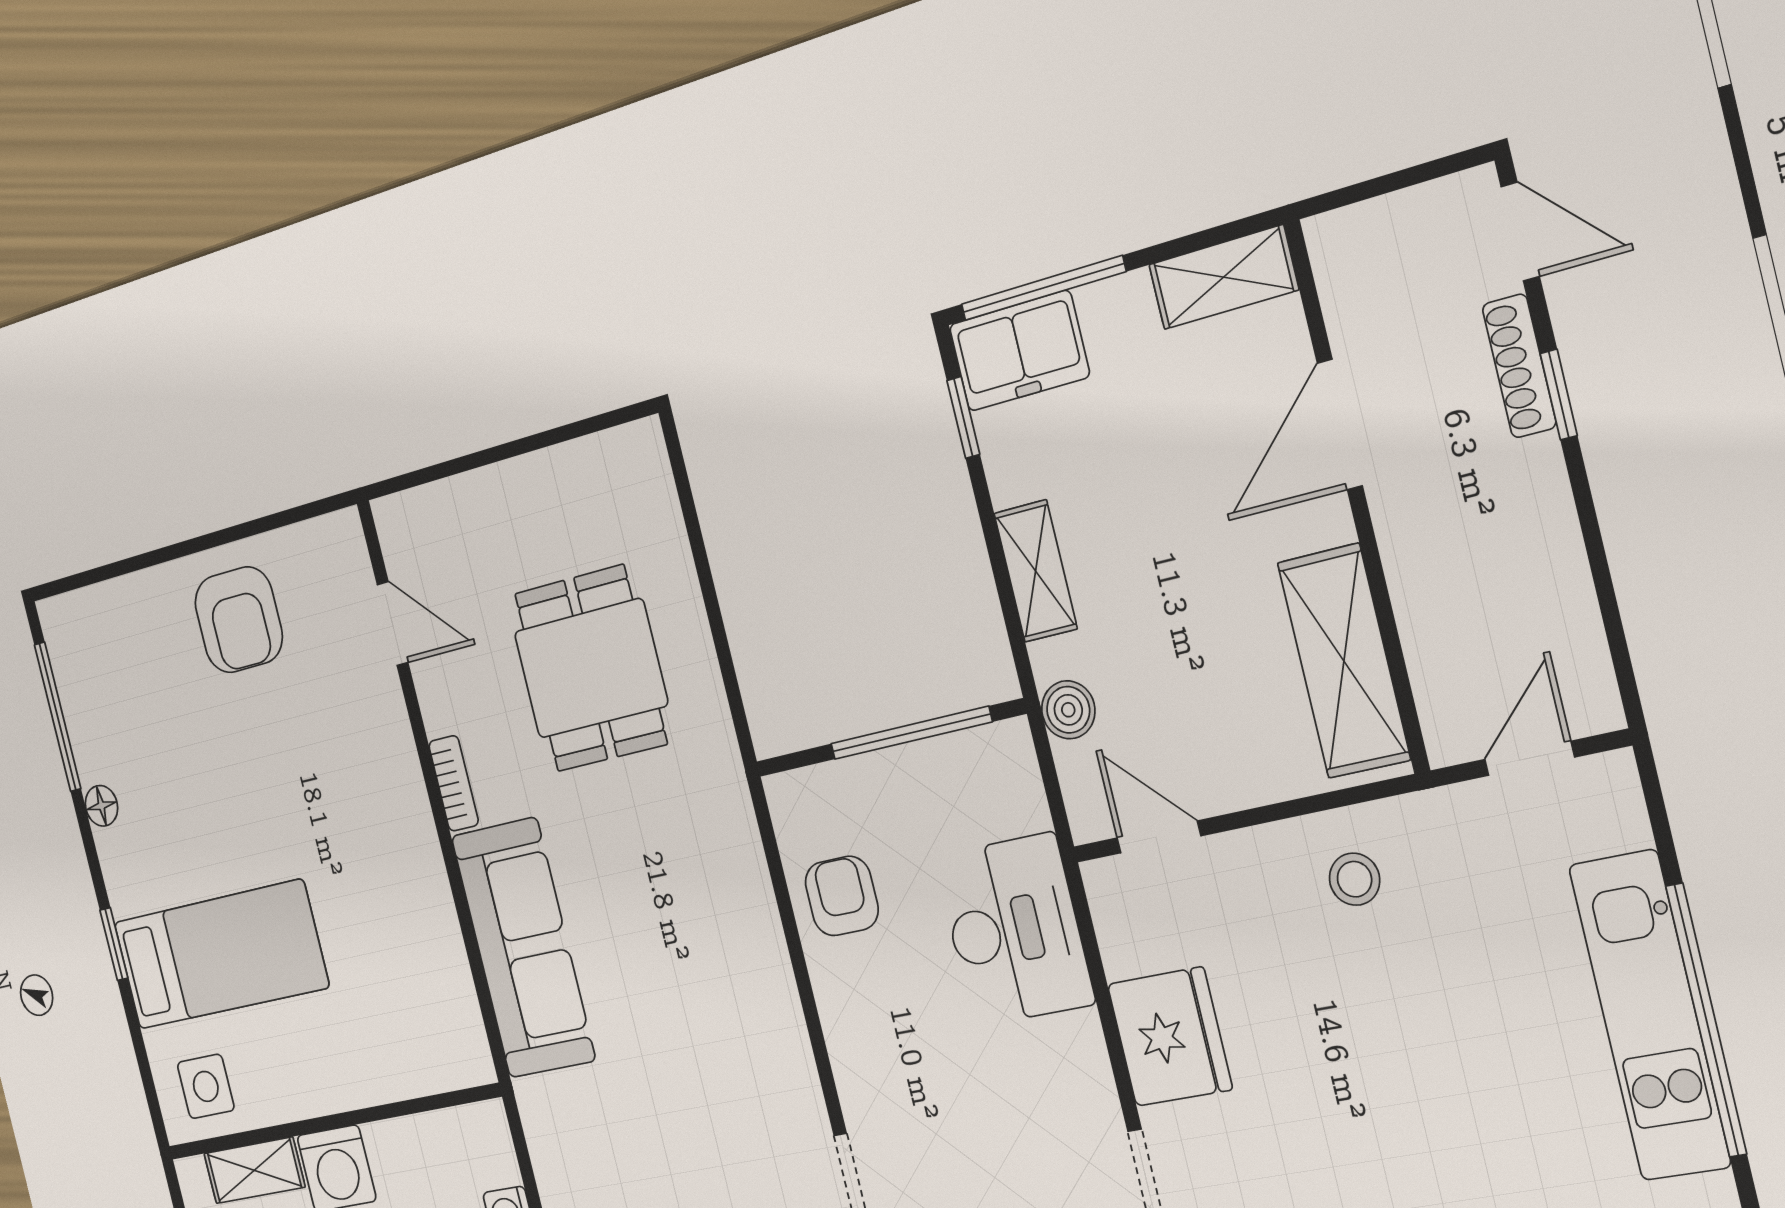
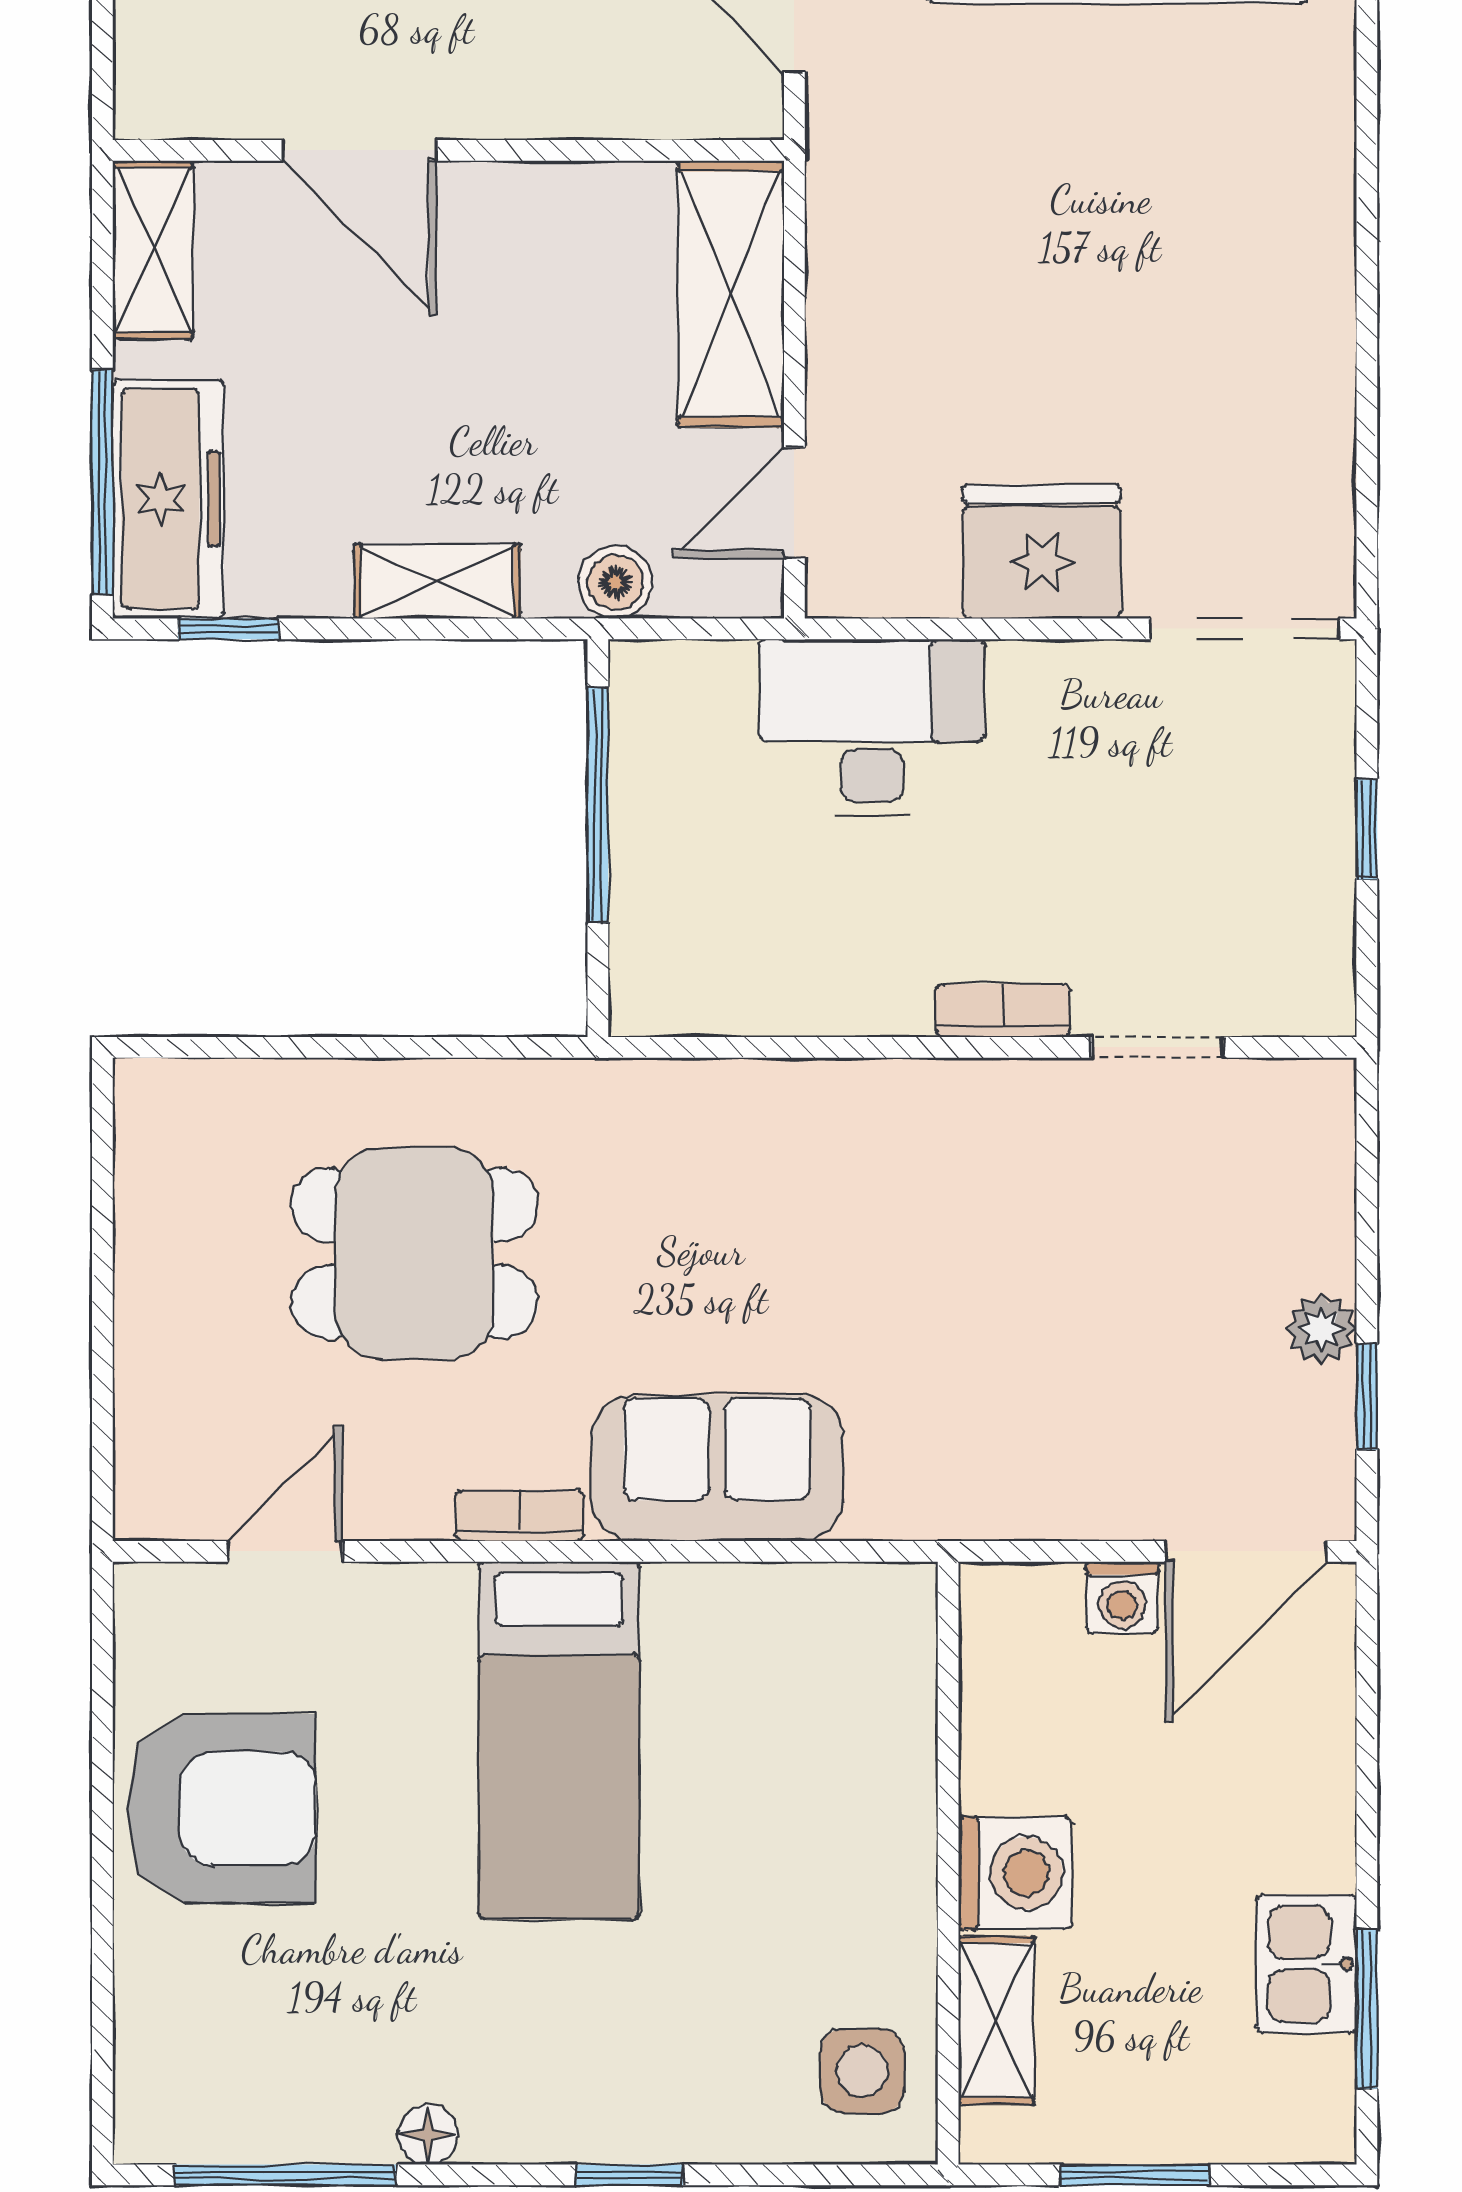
freezer: (1019, 351) -> (168, 499), width x1.40
armchair: (239, 620) -> (221, 1809), width x1.36, depth x1.36
shelving: (1344, 661) -> (731, 294), moved, turned 90
stool: (1355, 879) -> (894, 265), removed
armchair: (842, 896) -> (784, 960), removed
sofa: (523, 948) -> (717, 1468), width x0.73
bed: (220, 955) -> (559, 1741), moved, turned 180
bookcase: (849, 1065) -> (1003, 1010), added

